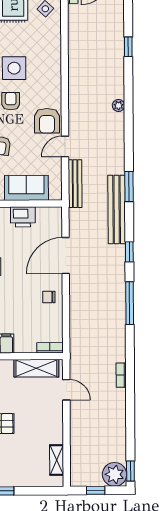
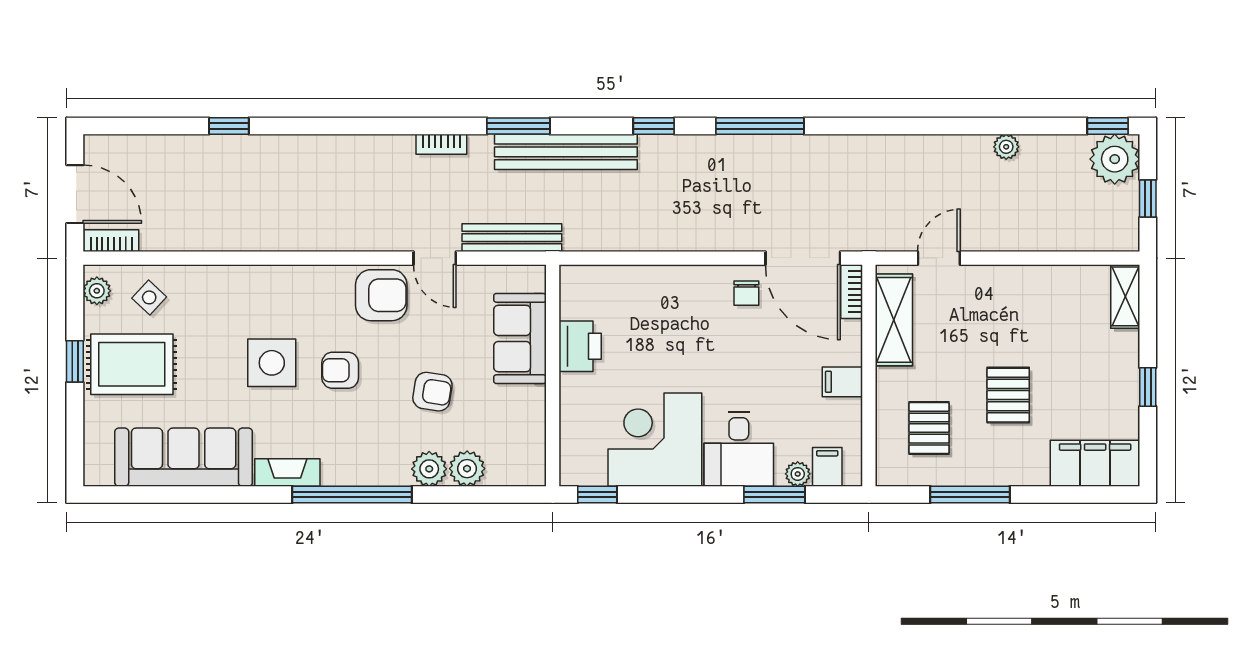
plant: (119, 105) -> (1006, 147), moved
door: (66, 256) -> (803, 258), moved
bookcase: (121, 375) -> (441, 144), moved
shelving: (57, 460) -> (1125, 296), moved, turned 90

